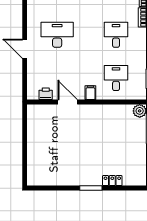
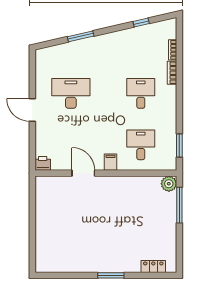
printer: (46, 94) -> (43, 163), moved
locker: (112, 181) -> (153, 266), moved

